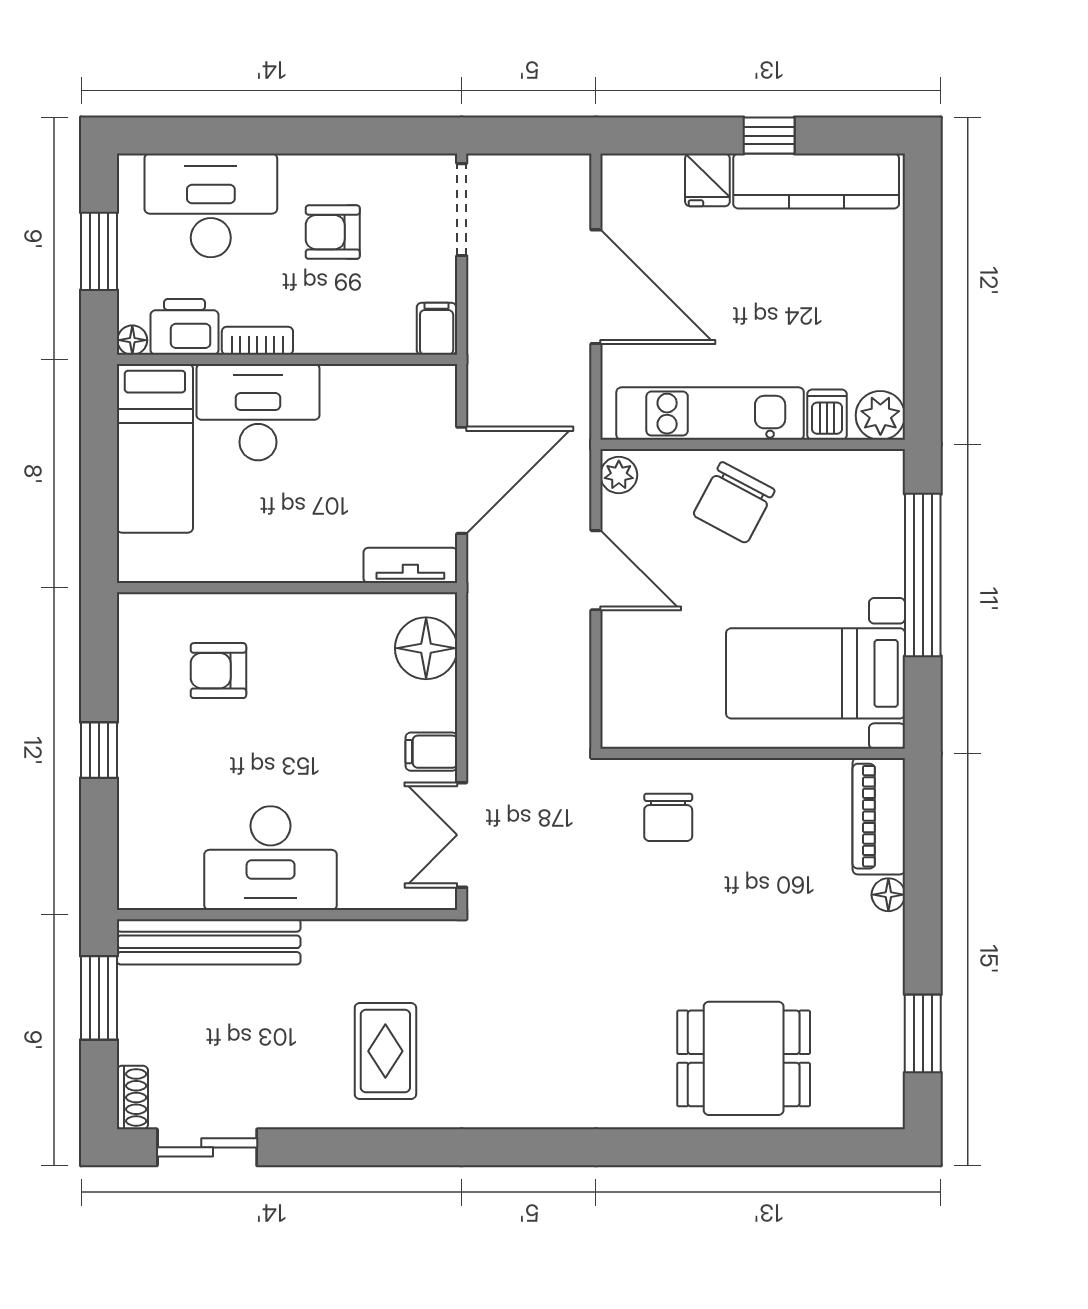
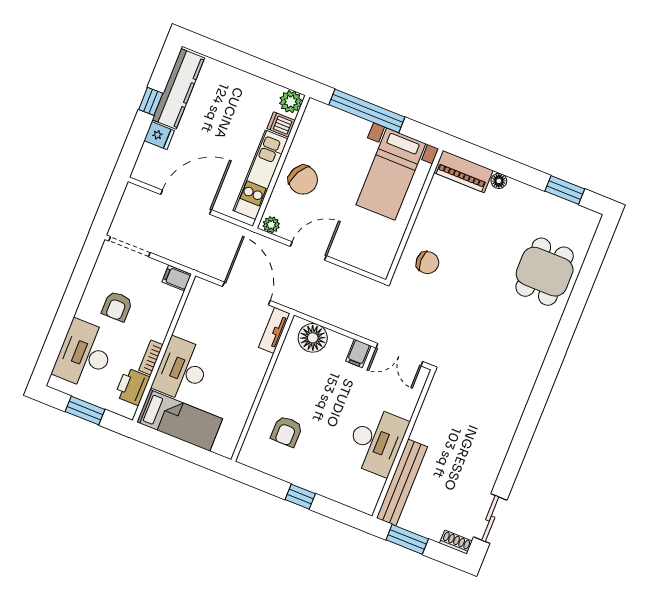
floor lamp: (132, 340) -> (129, 411), removed
rug: (385, 1051) -> (480, 425), removed

